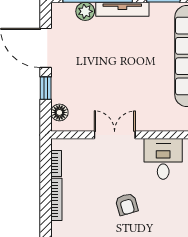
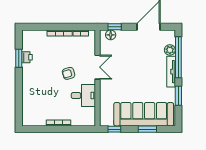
window: (46, 88) -> (115, 27), moved
armchair: (127, 204) -> (69, 73), moved

